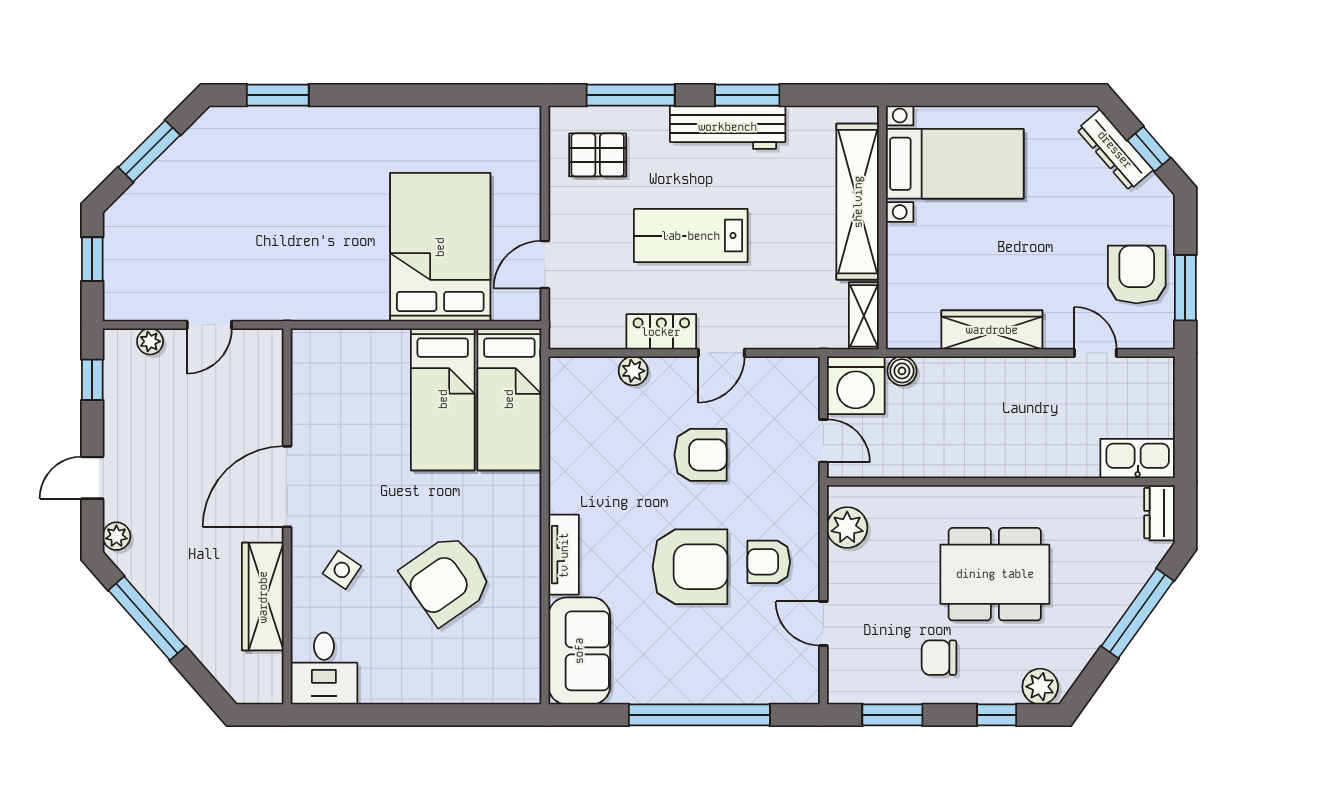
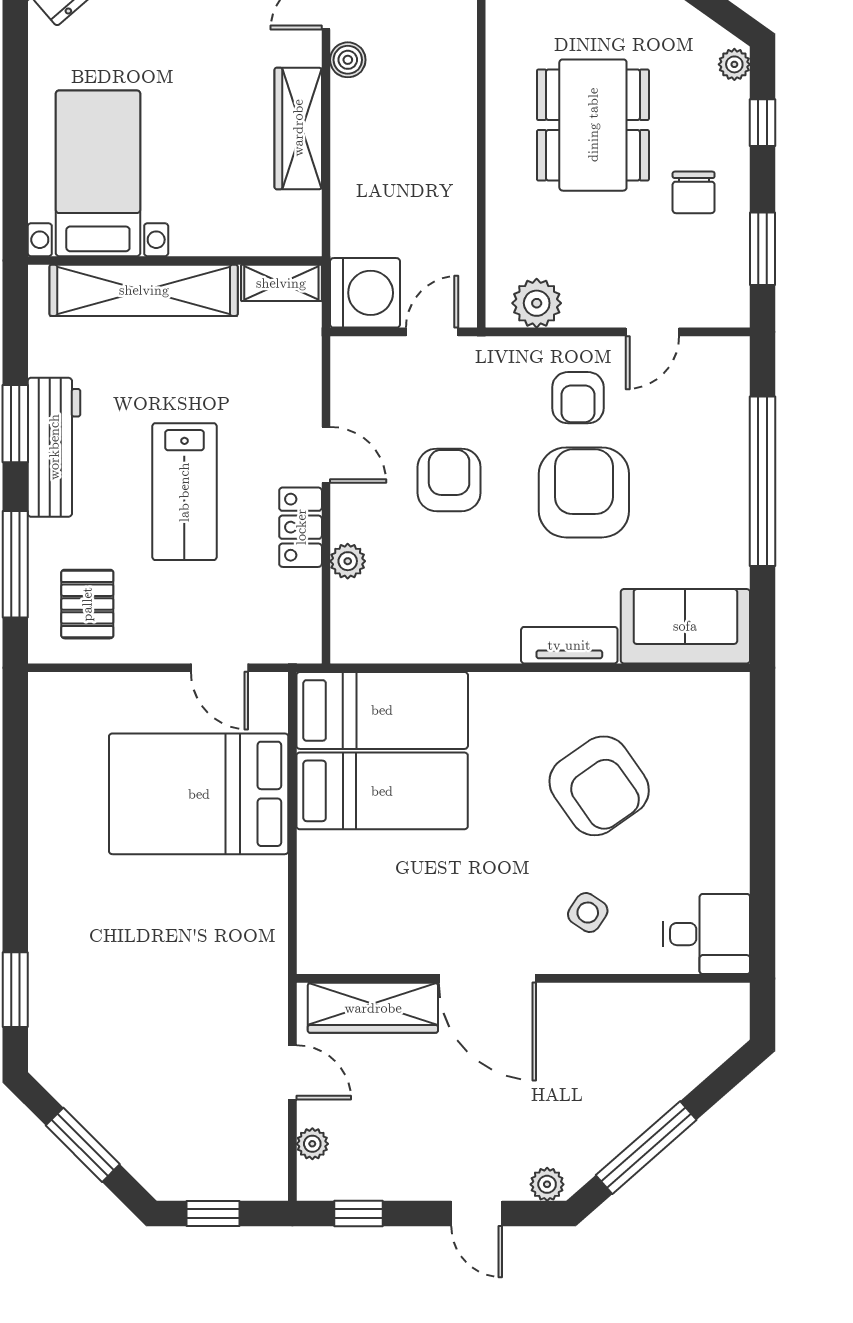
boiler: (902, 371) -> (348, 60), moved
wardrobe: (263, 597) -> (373, 1008), moved
plant: (1040, 687) -> (734, 64), width x0.73, depth x0.73

